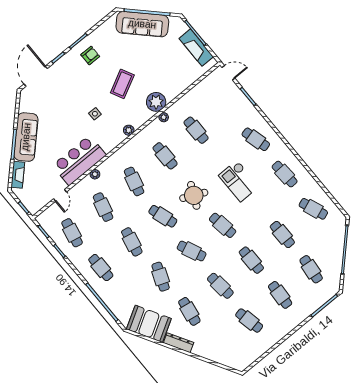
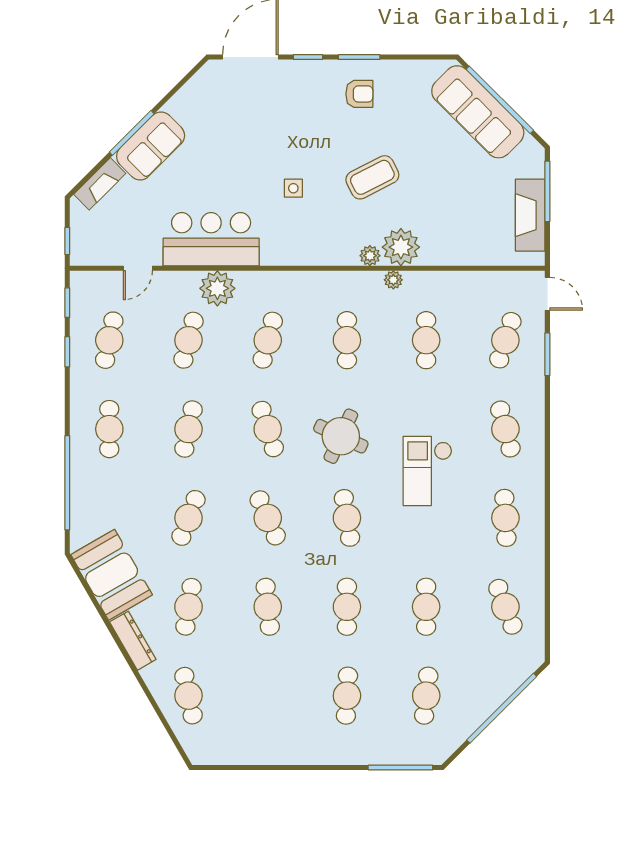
cafe table: (227, 105) -> (505, 340), added
plant: (129, 130) -> (370, 256), moved
sofa: (26, 137) -> (151, 146), width x0.73
plant: (95, 174) -> (217, 288), width x1.88, depth x1.88
cafe table: (249, 321) -> (188, 696), moved

